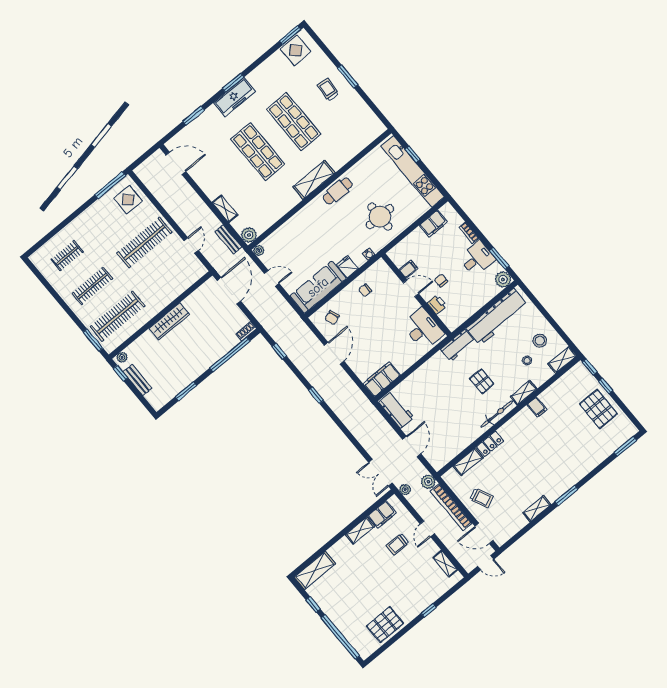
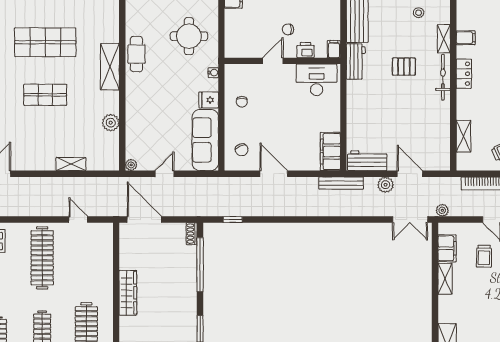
shop shelf: (258, 152) -> (45, 95), width x0.70, depth x0.74
plant: (249, 235) -> (111, 123), moved
bench: (228, 239) -> (341, 183), moved, width x1.36
filing cabinet: (408, 269) -> (334, 49), moved
window: (316, 395) -> (297, 220), removed
locker: (490, 444) -> (464, 74), moved
plant: (428, 482) -> (386, 185), moved

